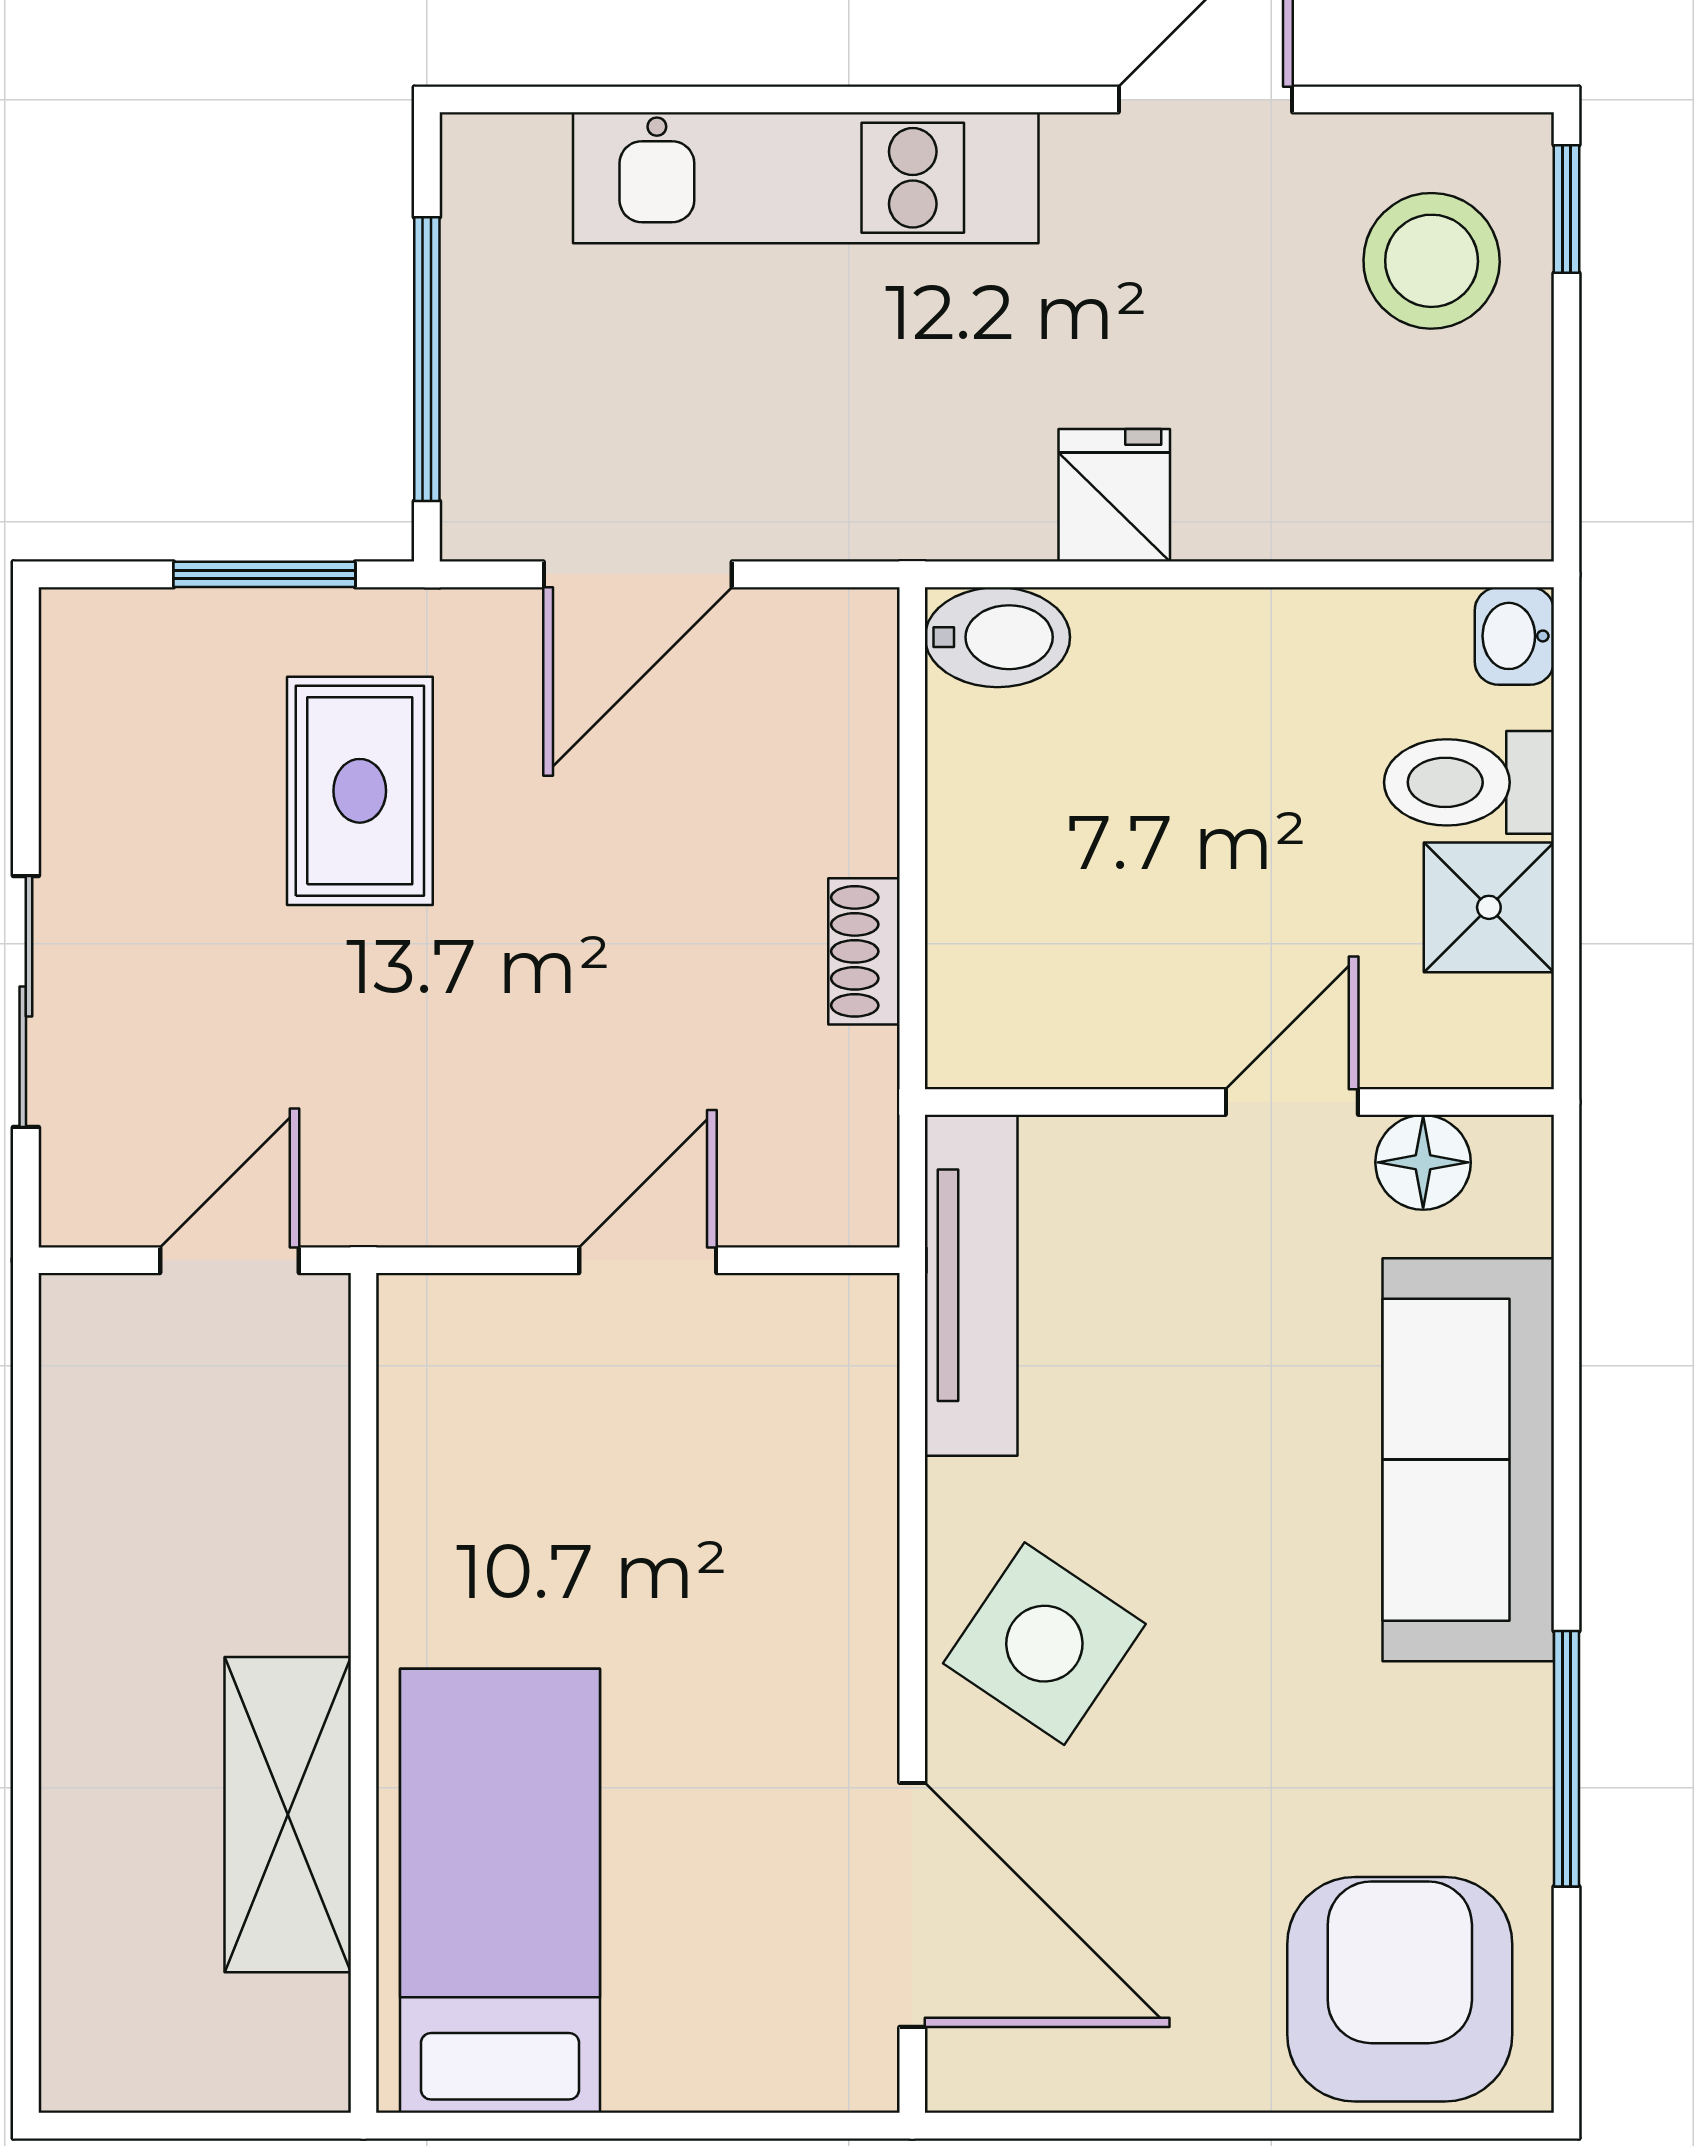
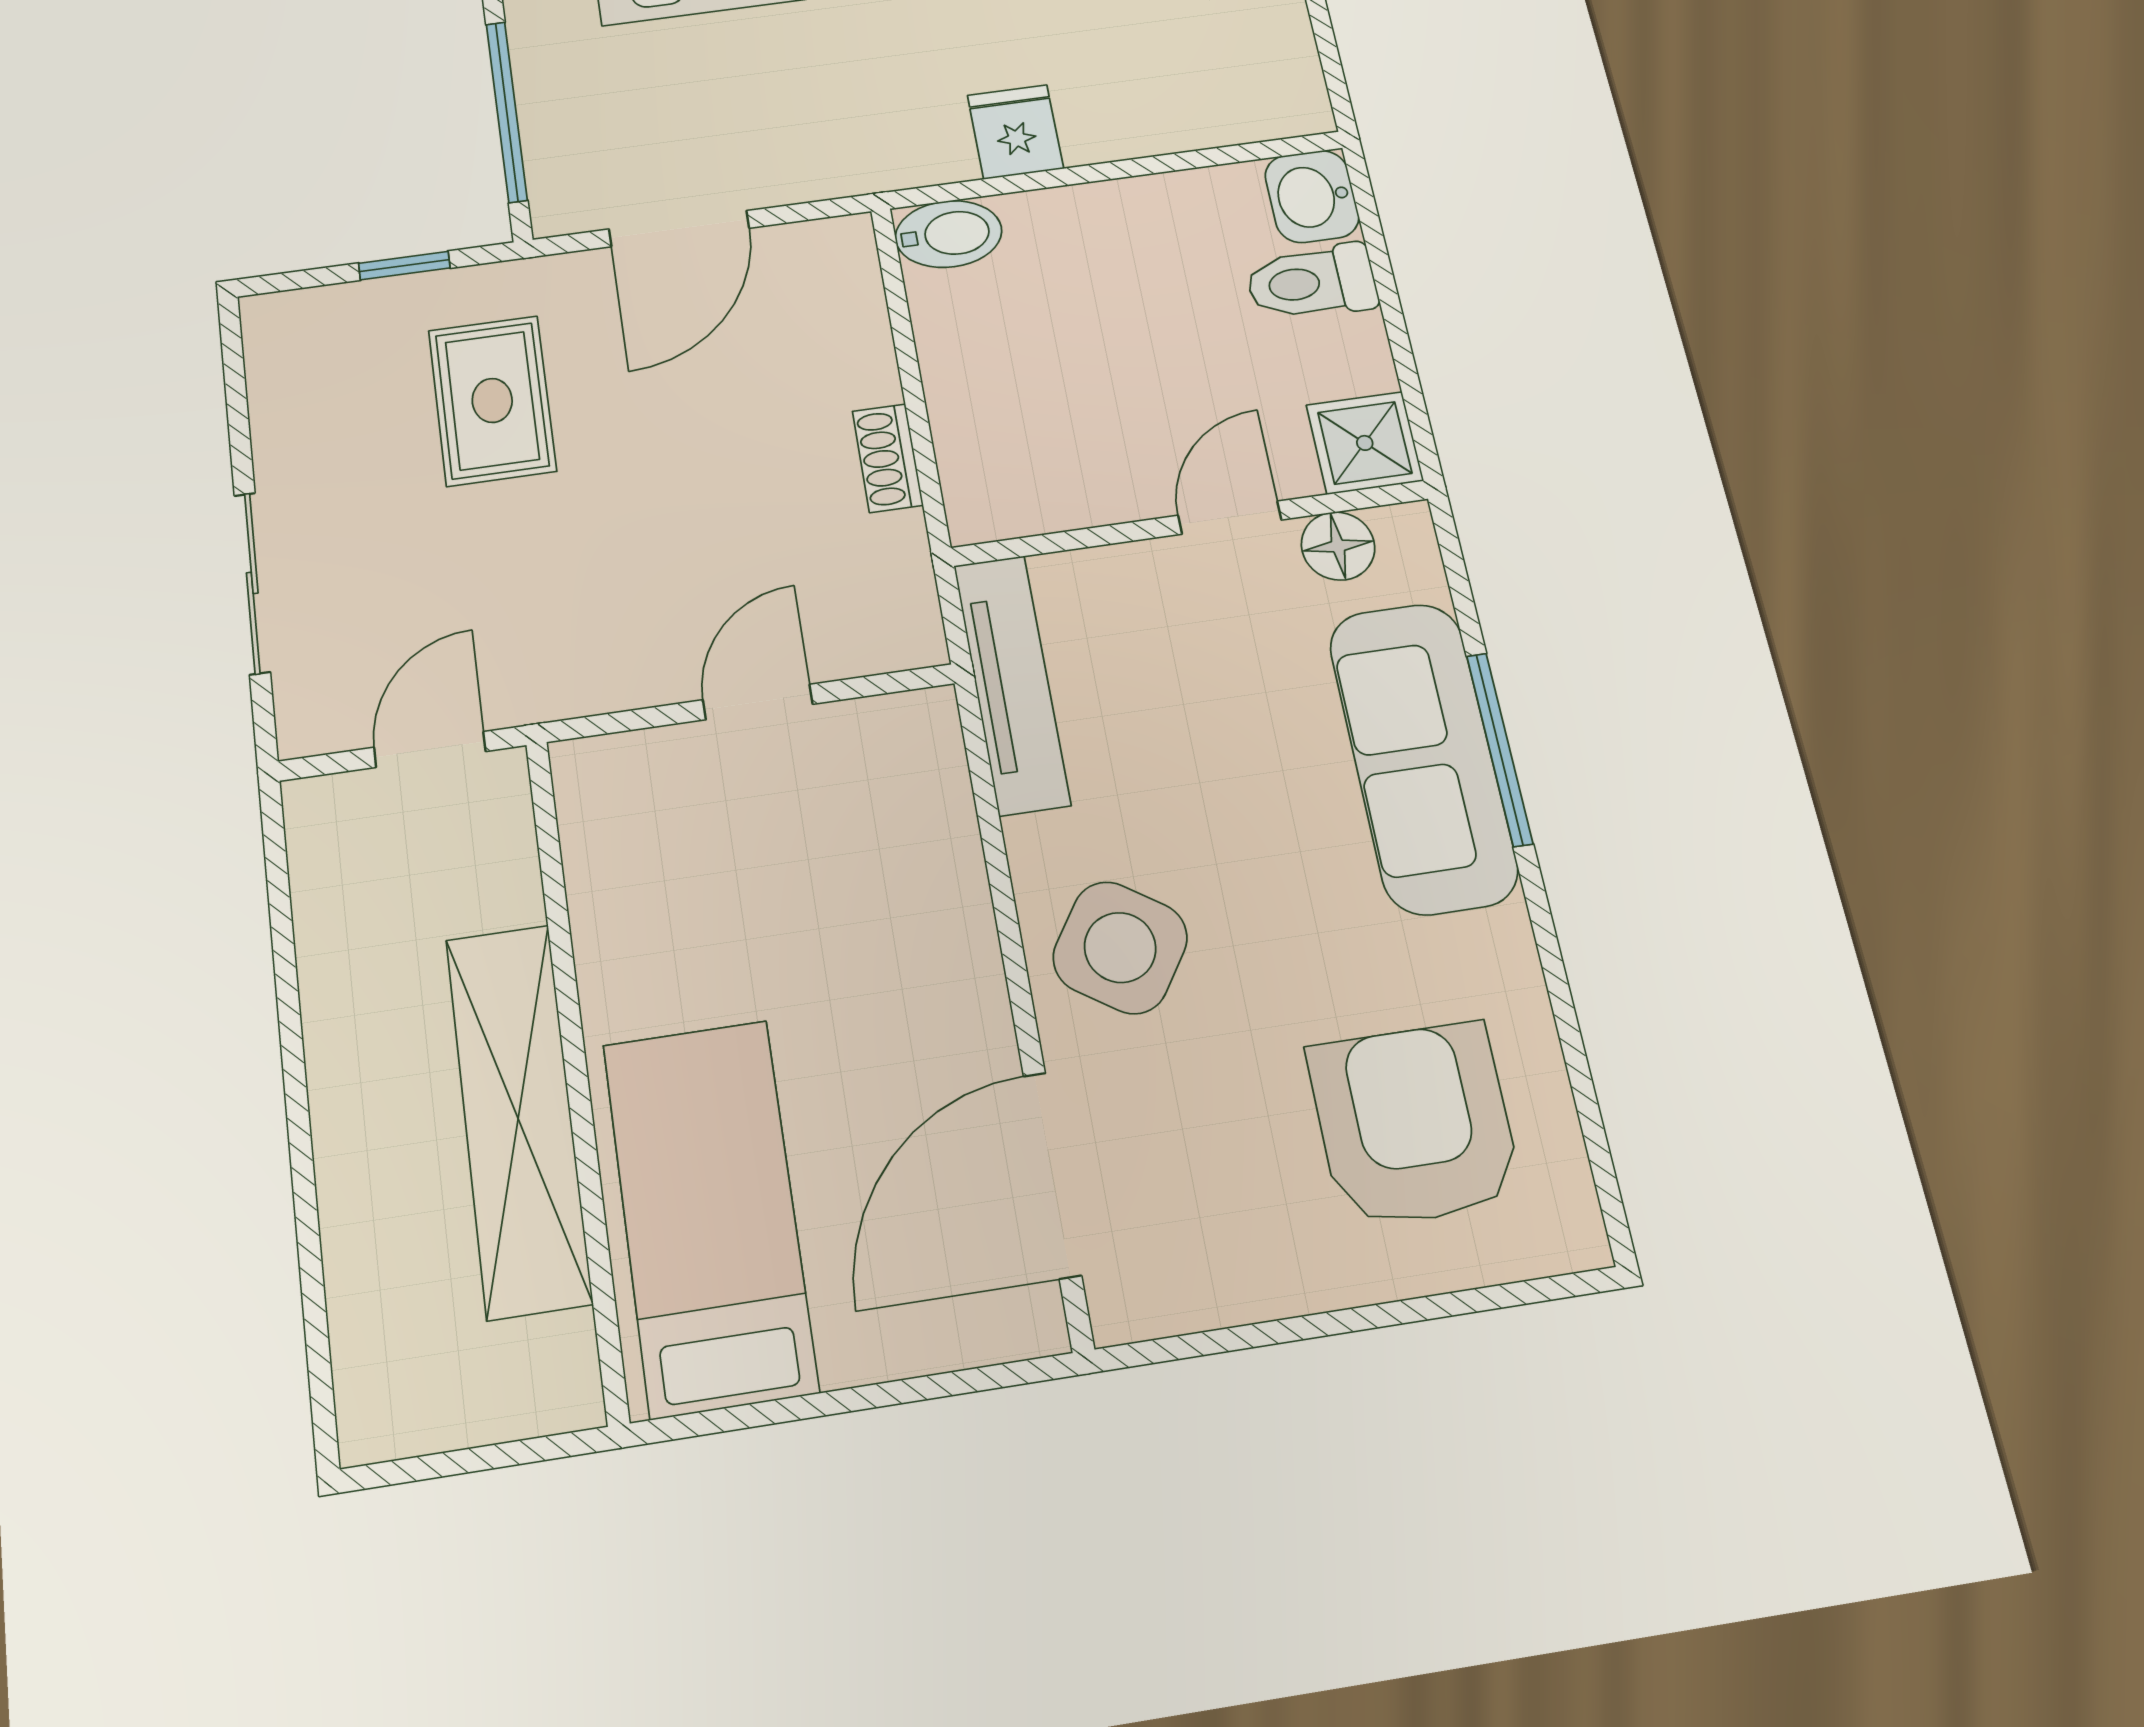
window: (264, 574) -> (404, 266), width x0.67
washbasin: (1514, 636) -> (1312, 196), width x1.38, depth x1.45
shower: (1489, 907) -> (1365, 443), moved
window: (1567, 1759) -> (1500, 749), moved
shelving: (288, 1815) -> (518, 1119), width x1.47
door: (912, 1905) -> (1052, 1175), swing flipped
armchair: (1400, 1989) -> (1414, 1124), moved

